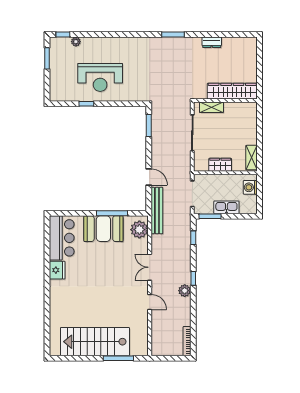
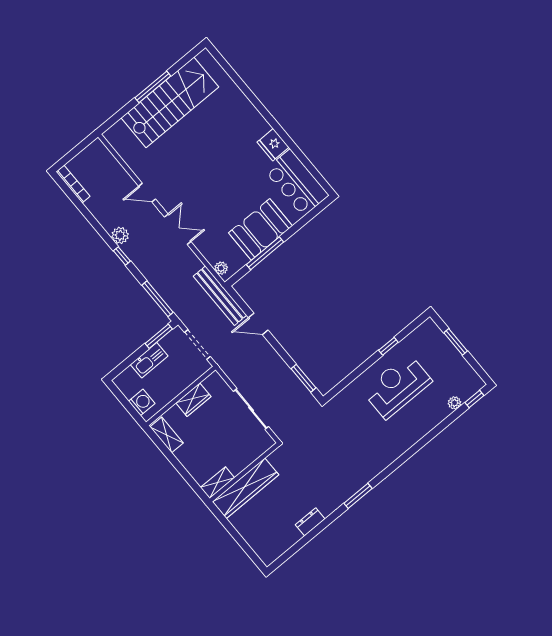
window: (47, 58) -> (456, 342), moved
shelving: (211, 107) -> (217, 483), moved
plant: (139, 230) -> (221, 268), width x0.53, depth x0.53
window: (193, 238) -> (158, 299), width x2.17
window: (118, 358) -> (153, 87), moved

